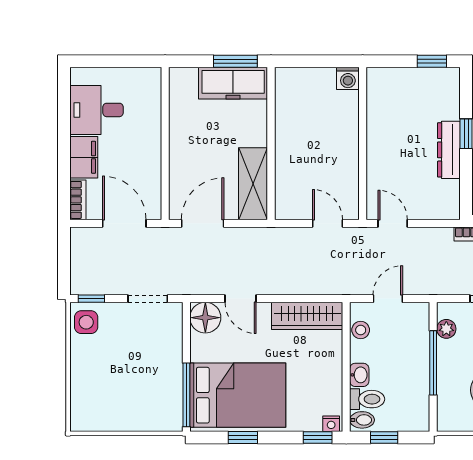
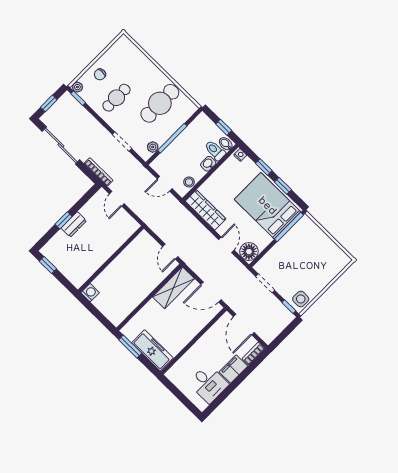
freezer: (233, 83) -> (152, 350), moved
dresser: (449, 150) -> (74, 224), width x0.70
door: (328, 223) -> (170, 252), moved
door: (393, 223) -> (117, 199), moved
window: (318, 437) -> (264, 167), moved

